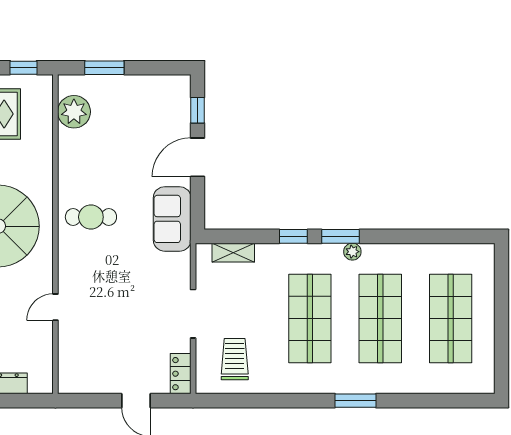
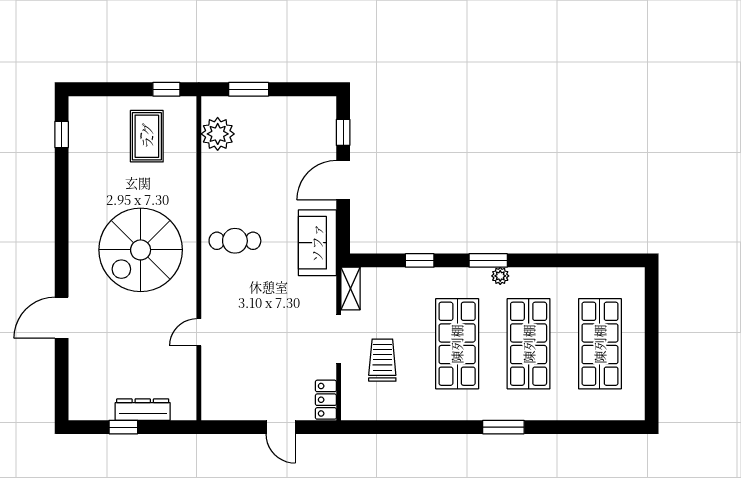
window: (293, 236) -> (420, 260), moved
shelving: (233, 253) -> (350, 289), moved, turned 90
trolley: (235, 359) -> (382, 360), moved

